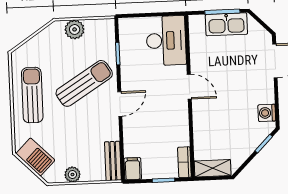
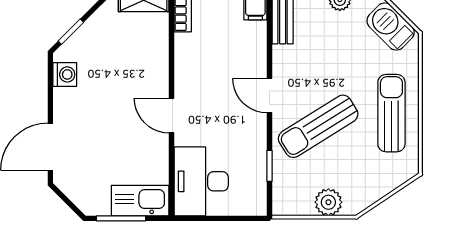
kitchen sink: (226, 24) -> (140, 201), moved
sun lounger: (32, 95) -> (391, 113), turned 180
door: (120, 104) -> (270, 96), hinge flipped

